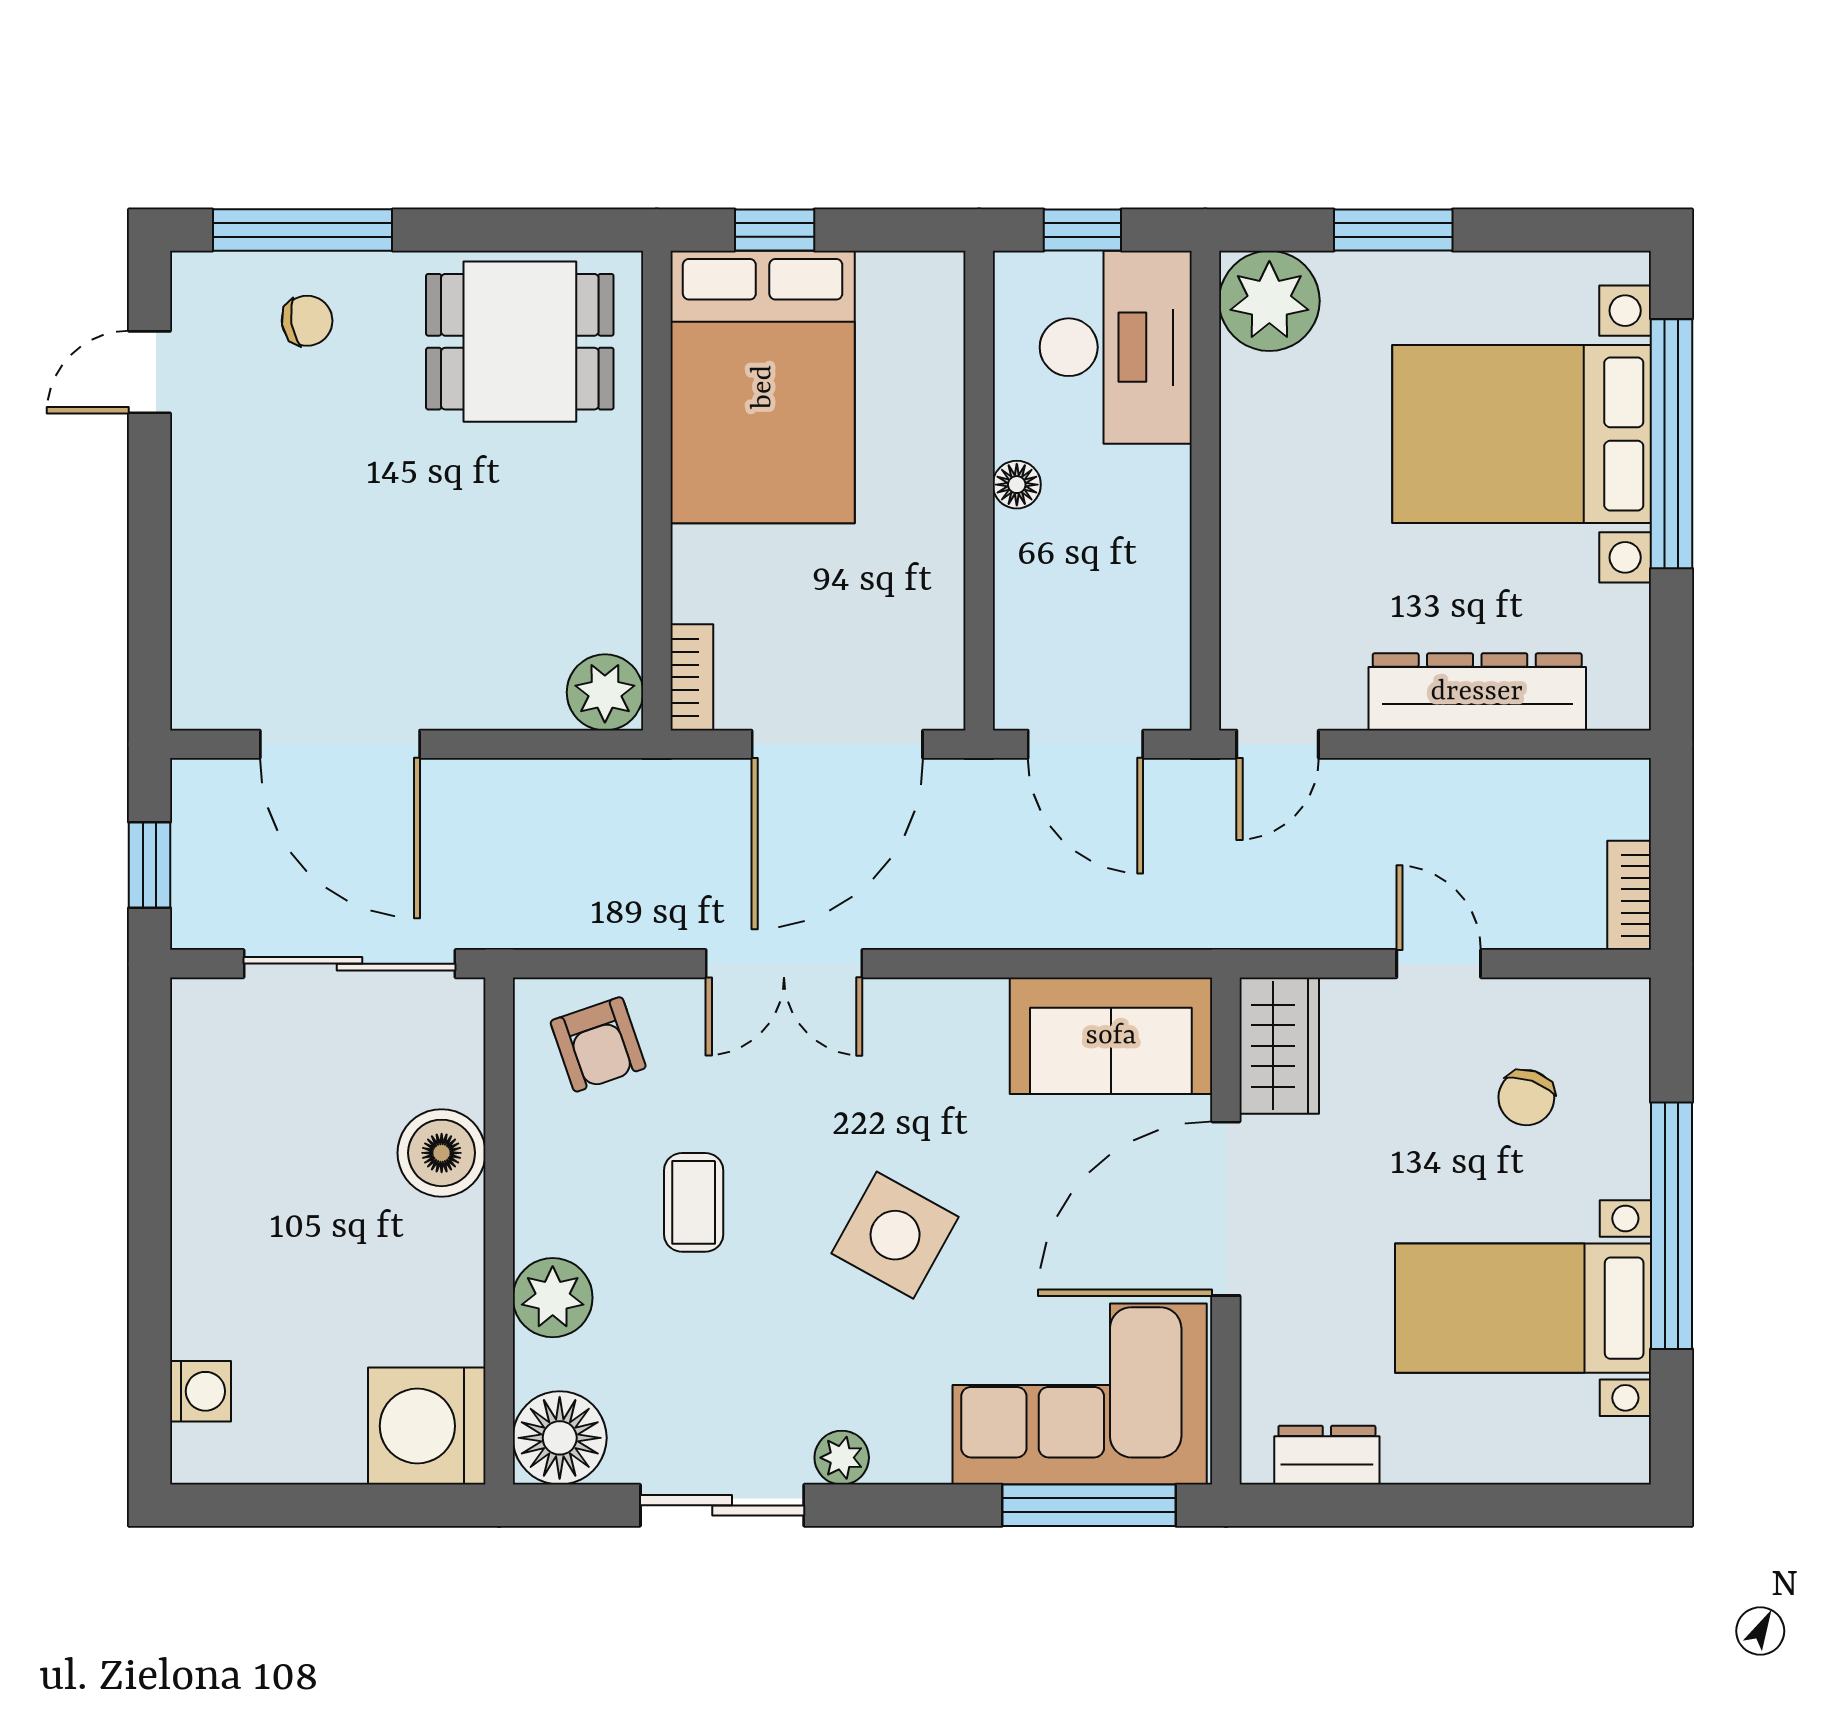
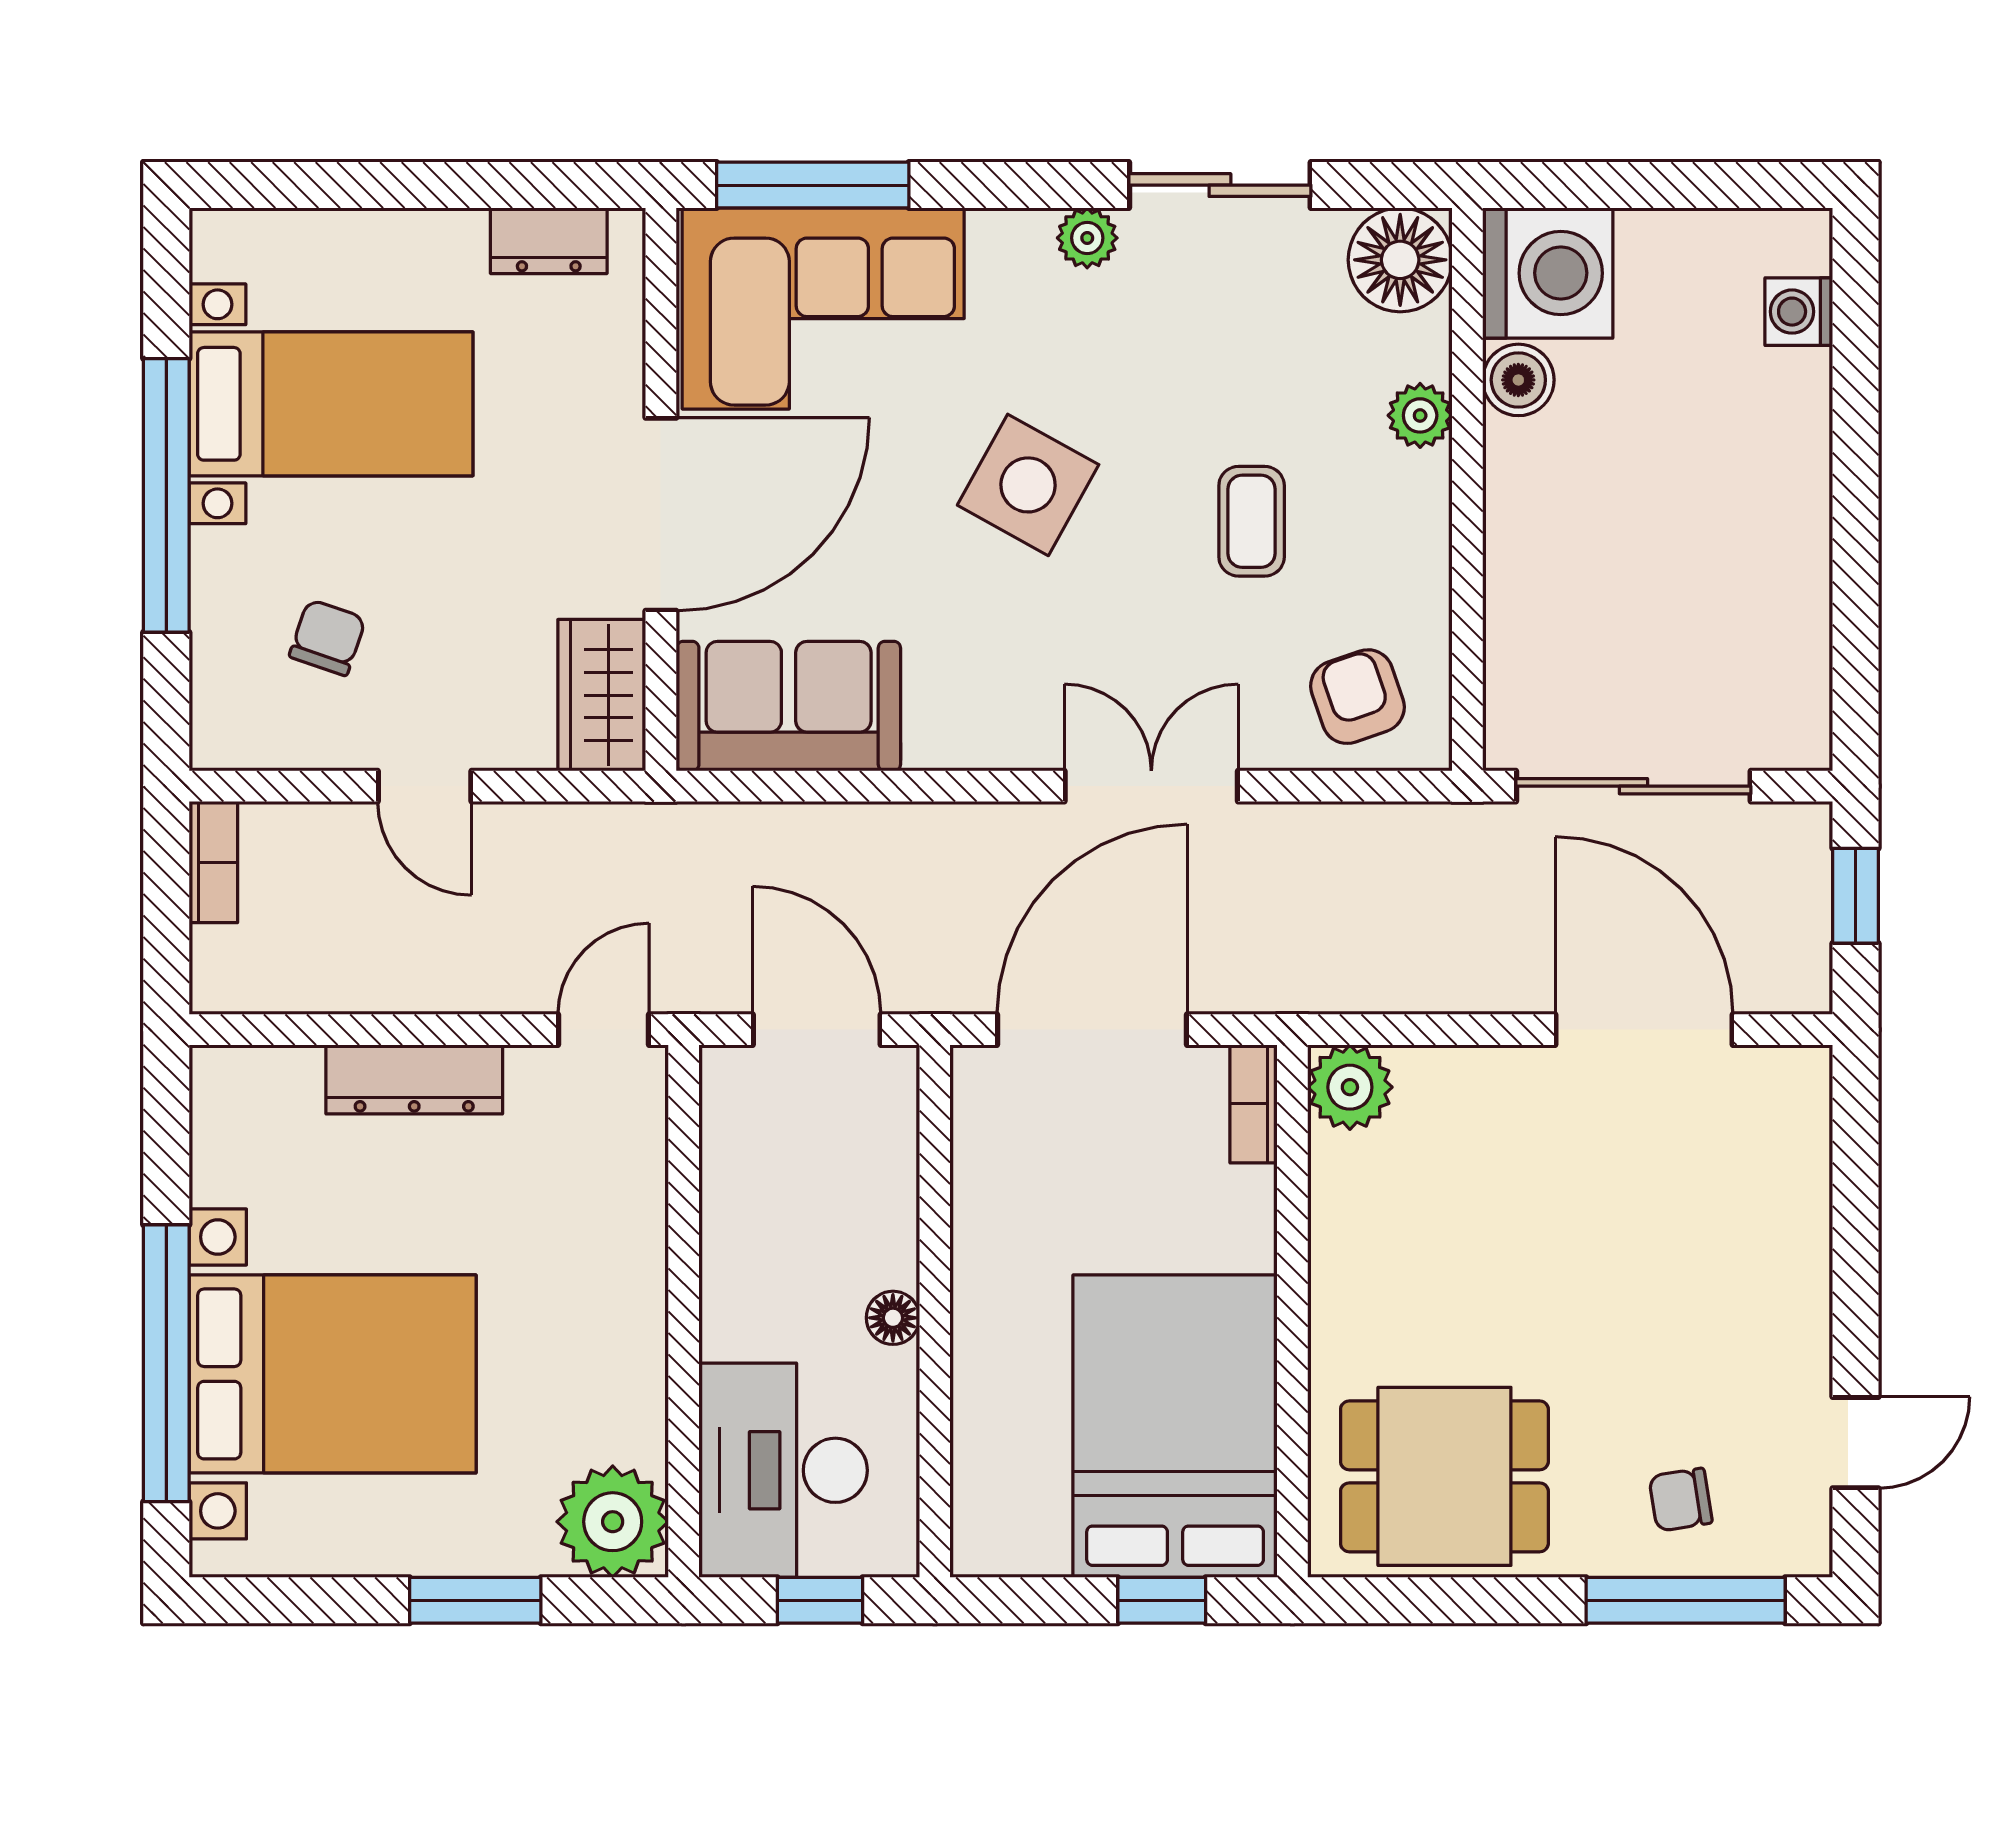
dresser: (1477, 692) -> (414, 1079), width x0.73, depth x0.80
boiler: (442, 1153) -> (1518, 380), moved, width x0.73, depth x0.73
plant: (553, 1298) -> (1420, 415), width x0.73, depth x0.73

